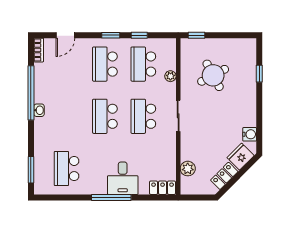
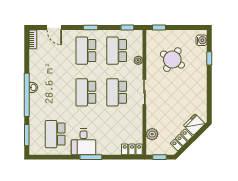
door: (65, 35) -> (54, 27), hinge flipped
window: (139, 35) -> (127, 27), moved
round table: (213, 75) -> (172, 60), turned -30
window: (31, 93) -> (27, 95), moved
water cooler: (250, 134) -> (202, 40), moved
desk: (123, 178) -> (84, 142), moved
window: (111, 197) -> (91, 157), width x0.69
window: (197, 197) -> (159, 157), added

